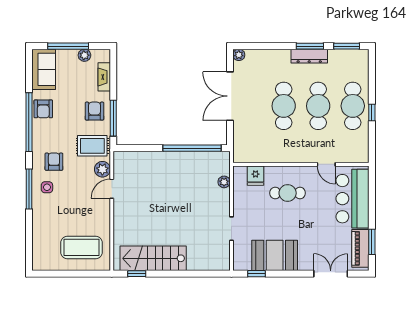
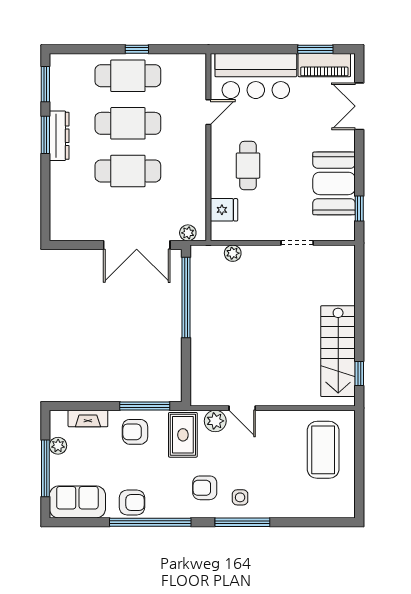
plant: (239, 55) -> (188, 233), moved
double door: (230, 96) -> (137, 245), moved

